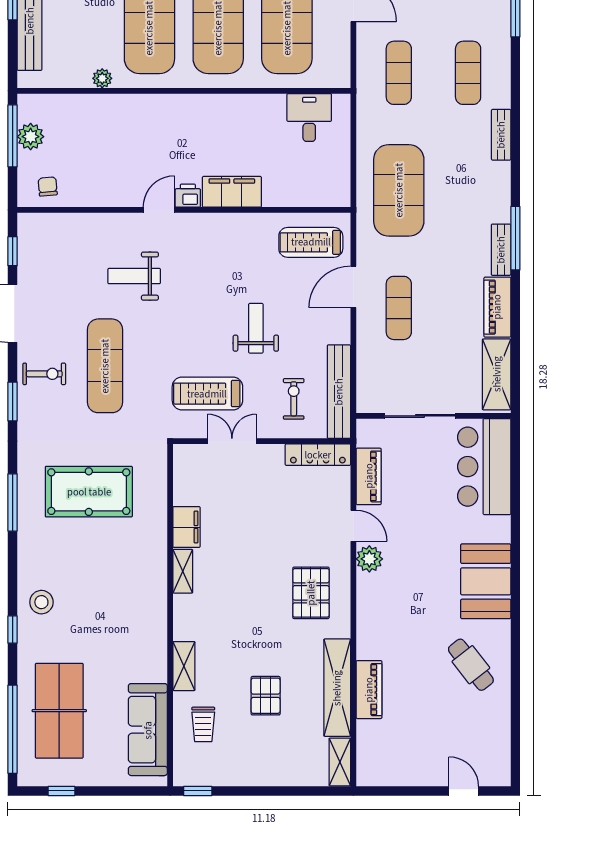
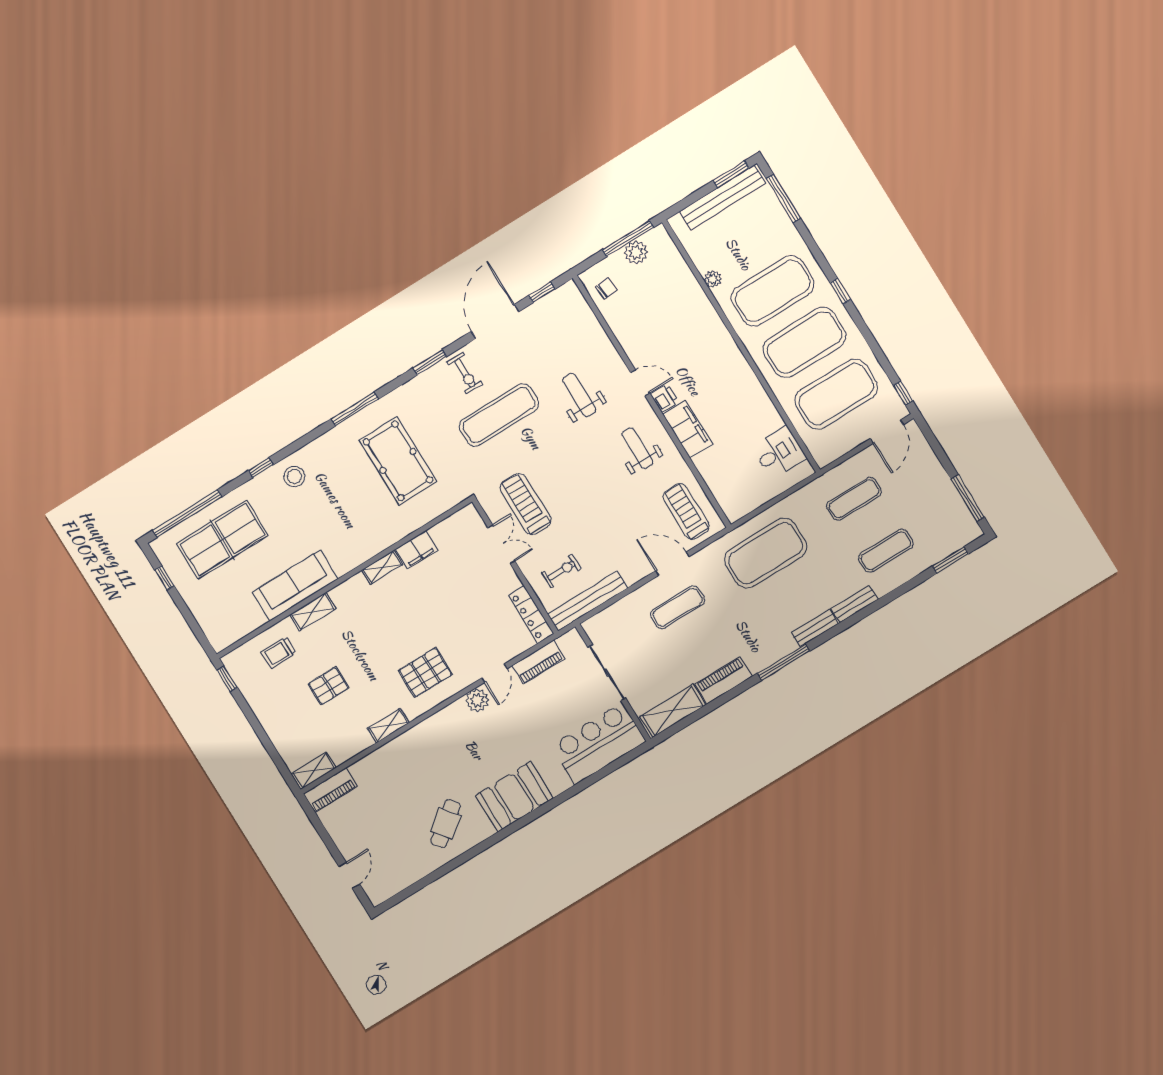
bench: (501, 250) -> (815, 628), moved
weight bench: (256, 328) -> (637, 448), moved, turned -90
shelving: (337, 688) -> (388, 725), width x0.45, depth x0.75
piano: (369, 690) -> (330, 790), moved
sofa: (148, 730) -> (295, 586), moved

